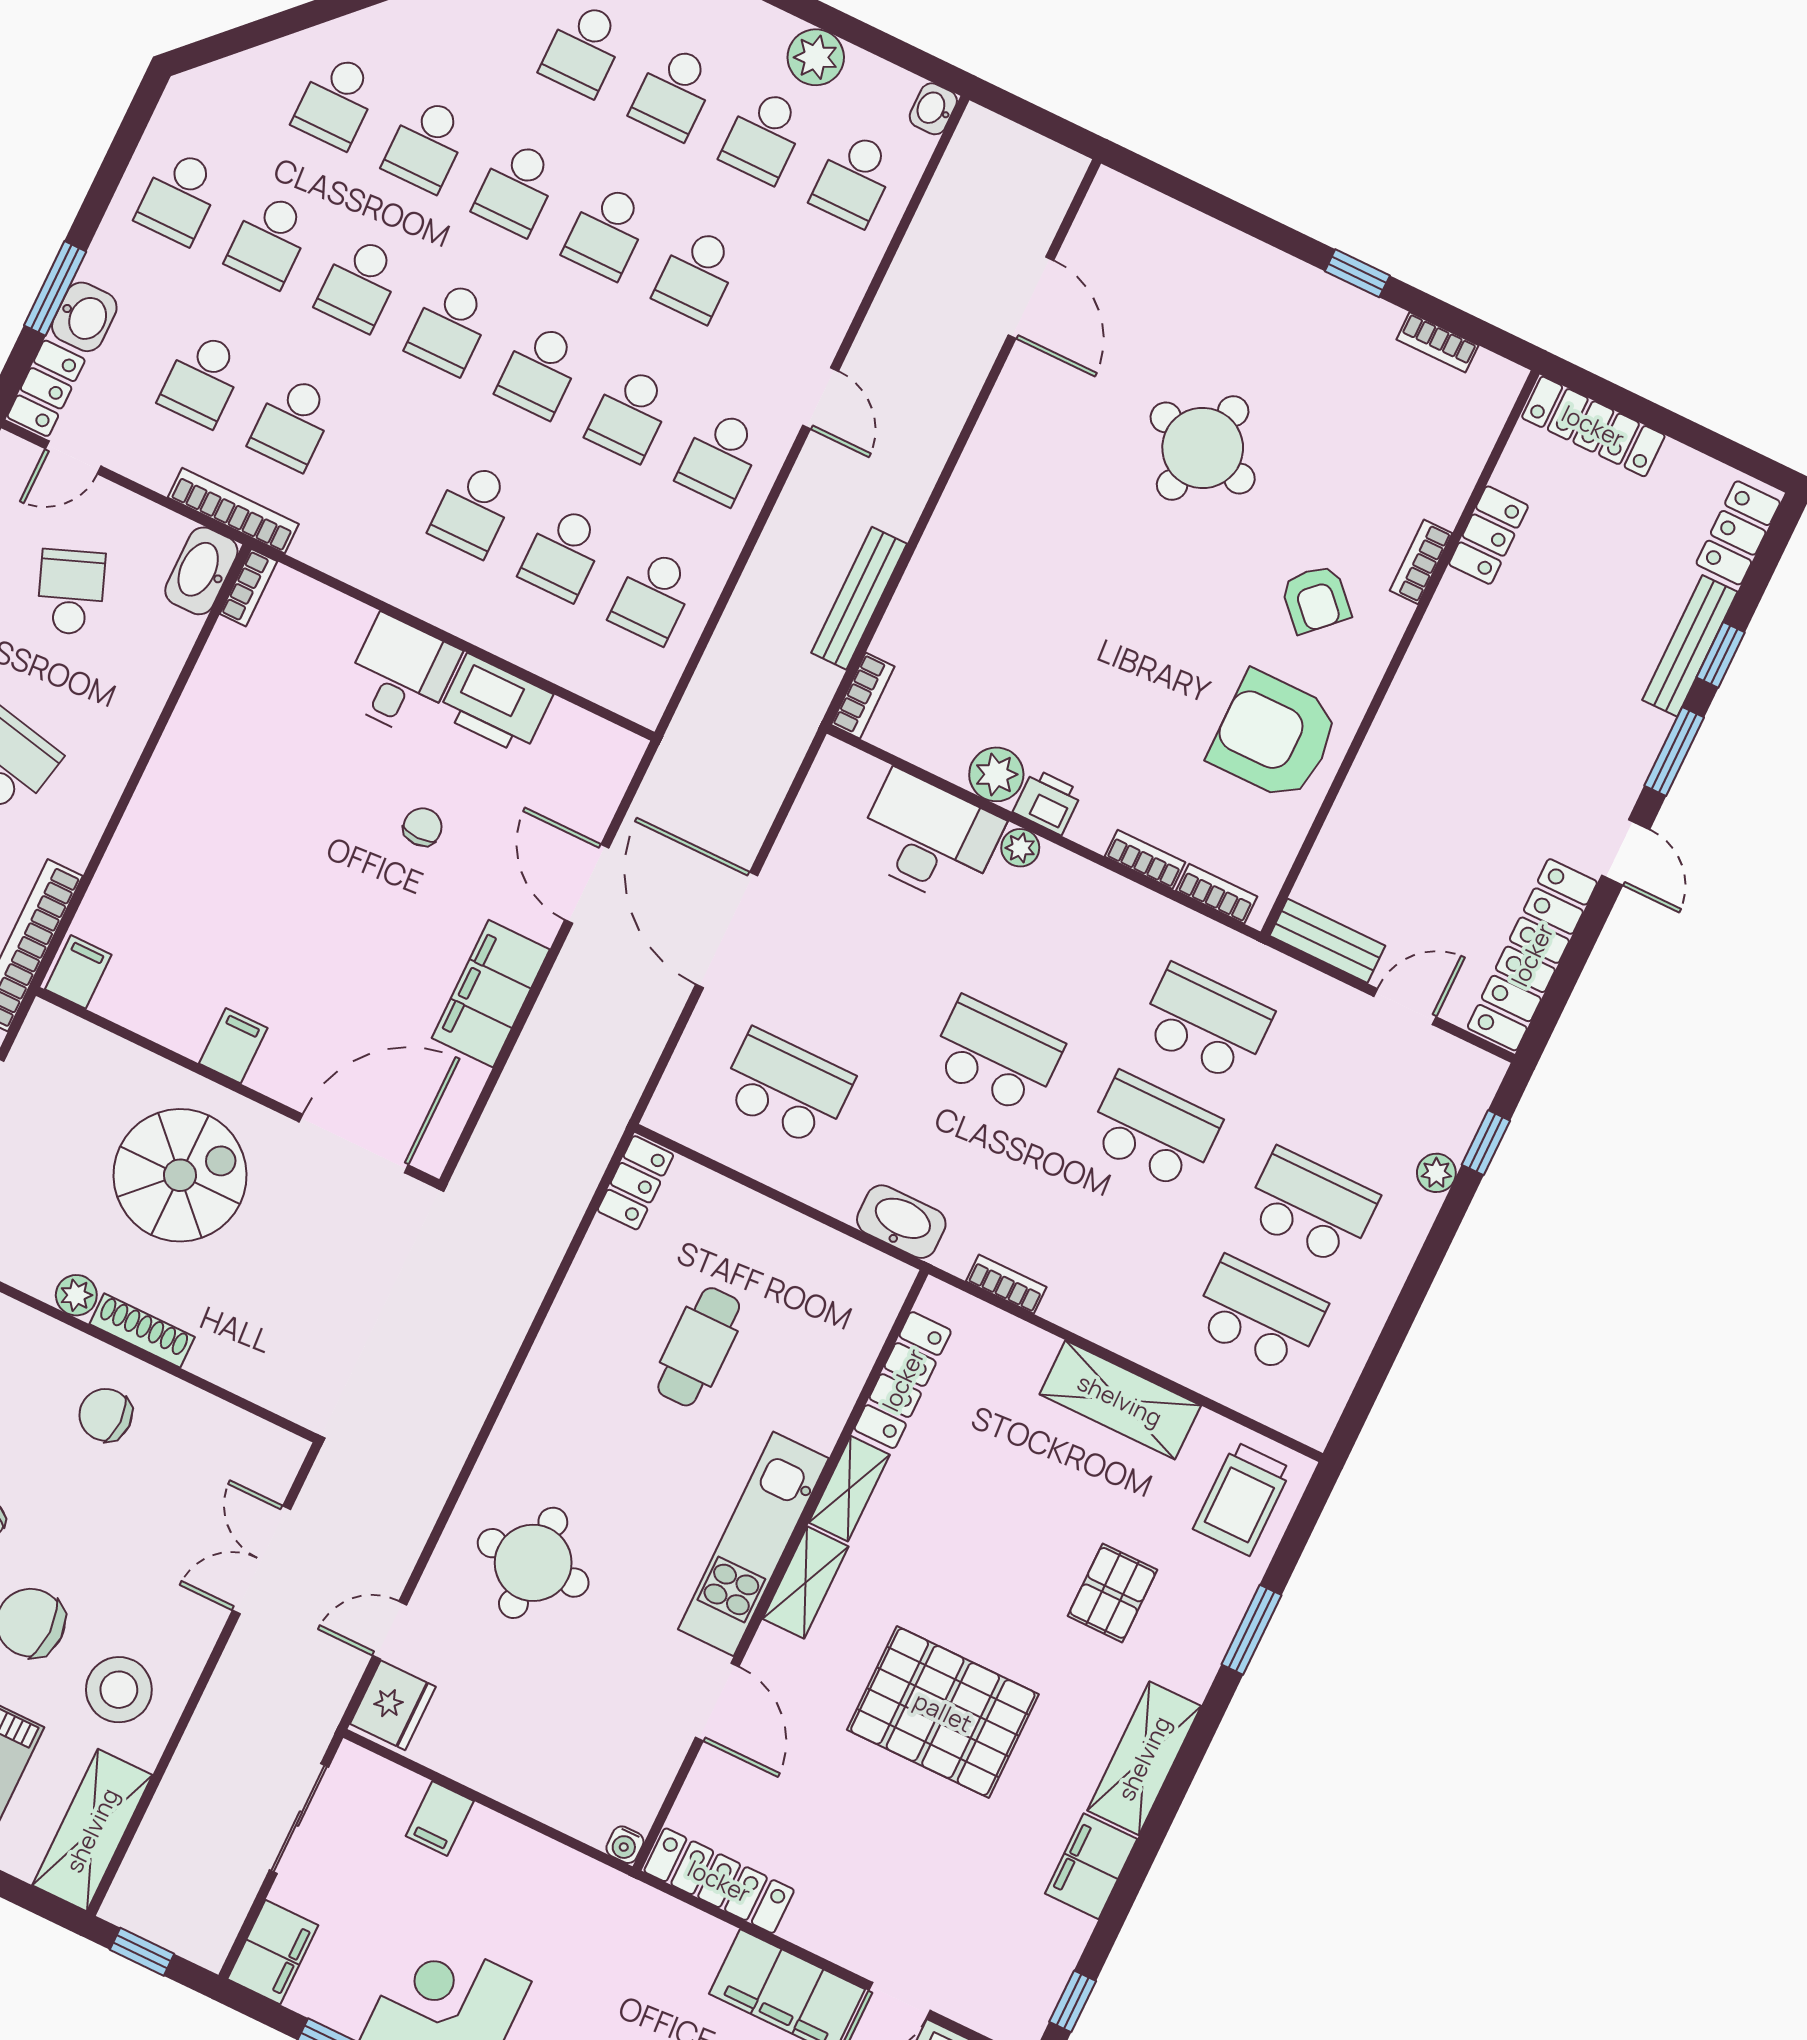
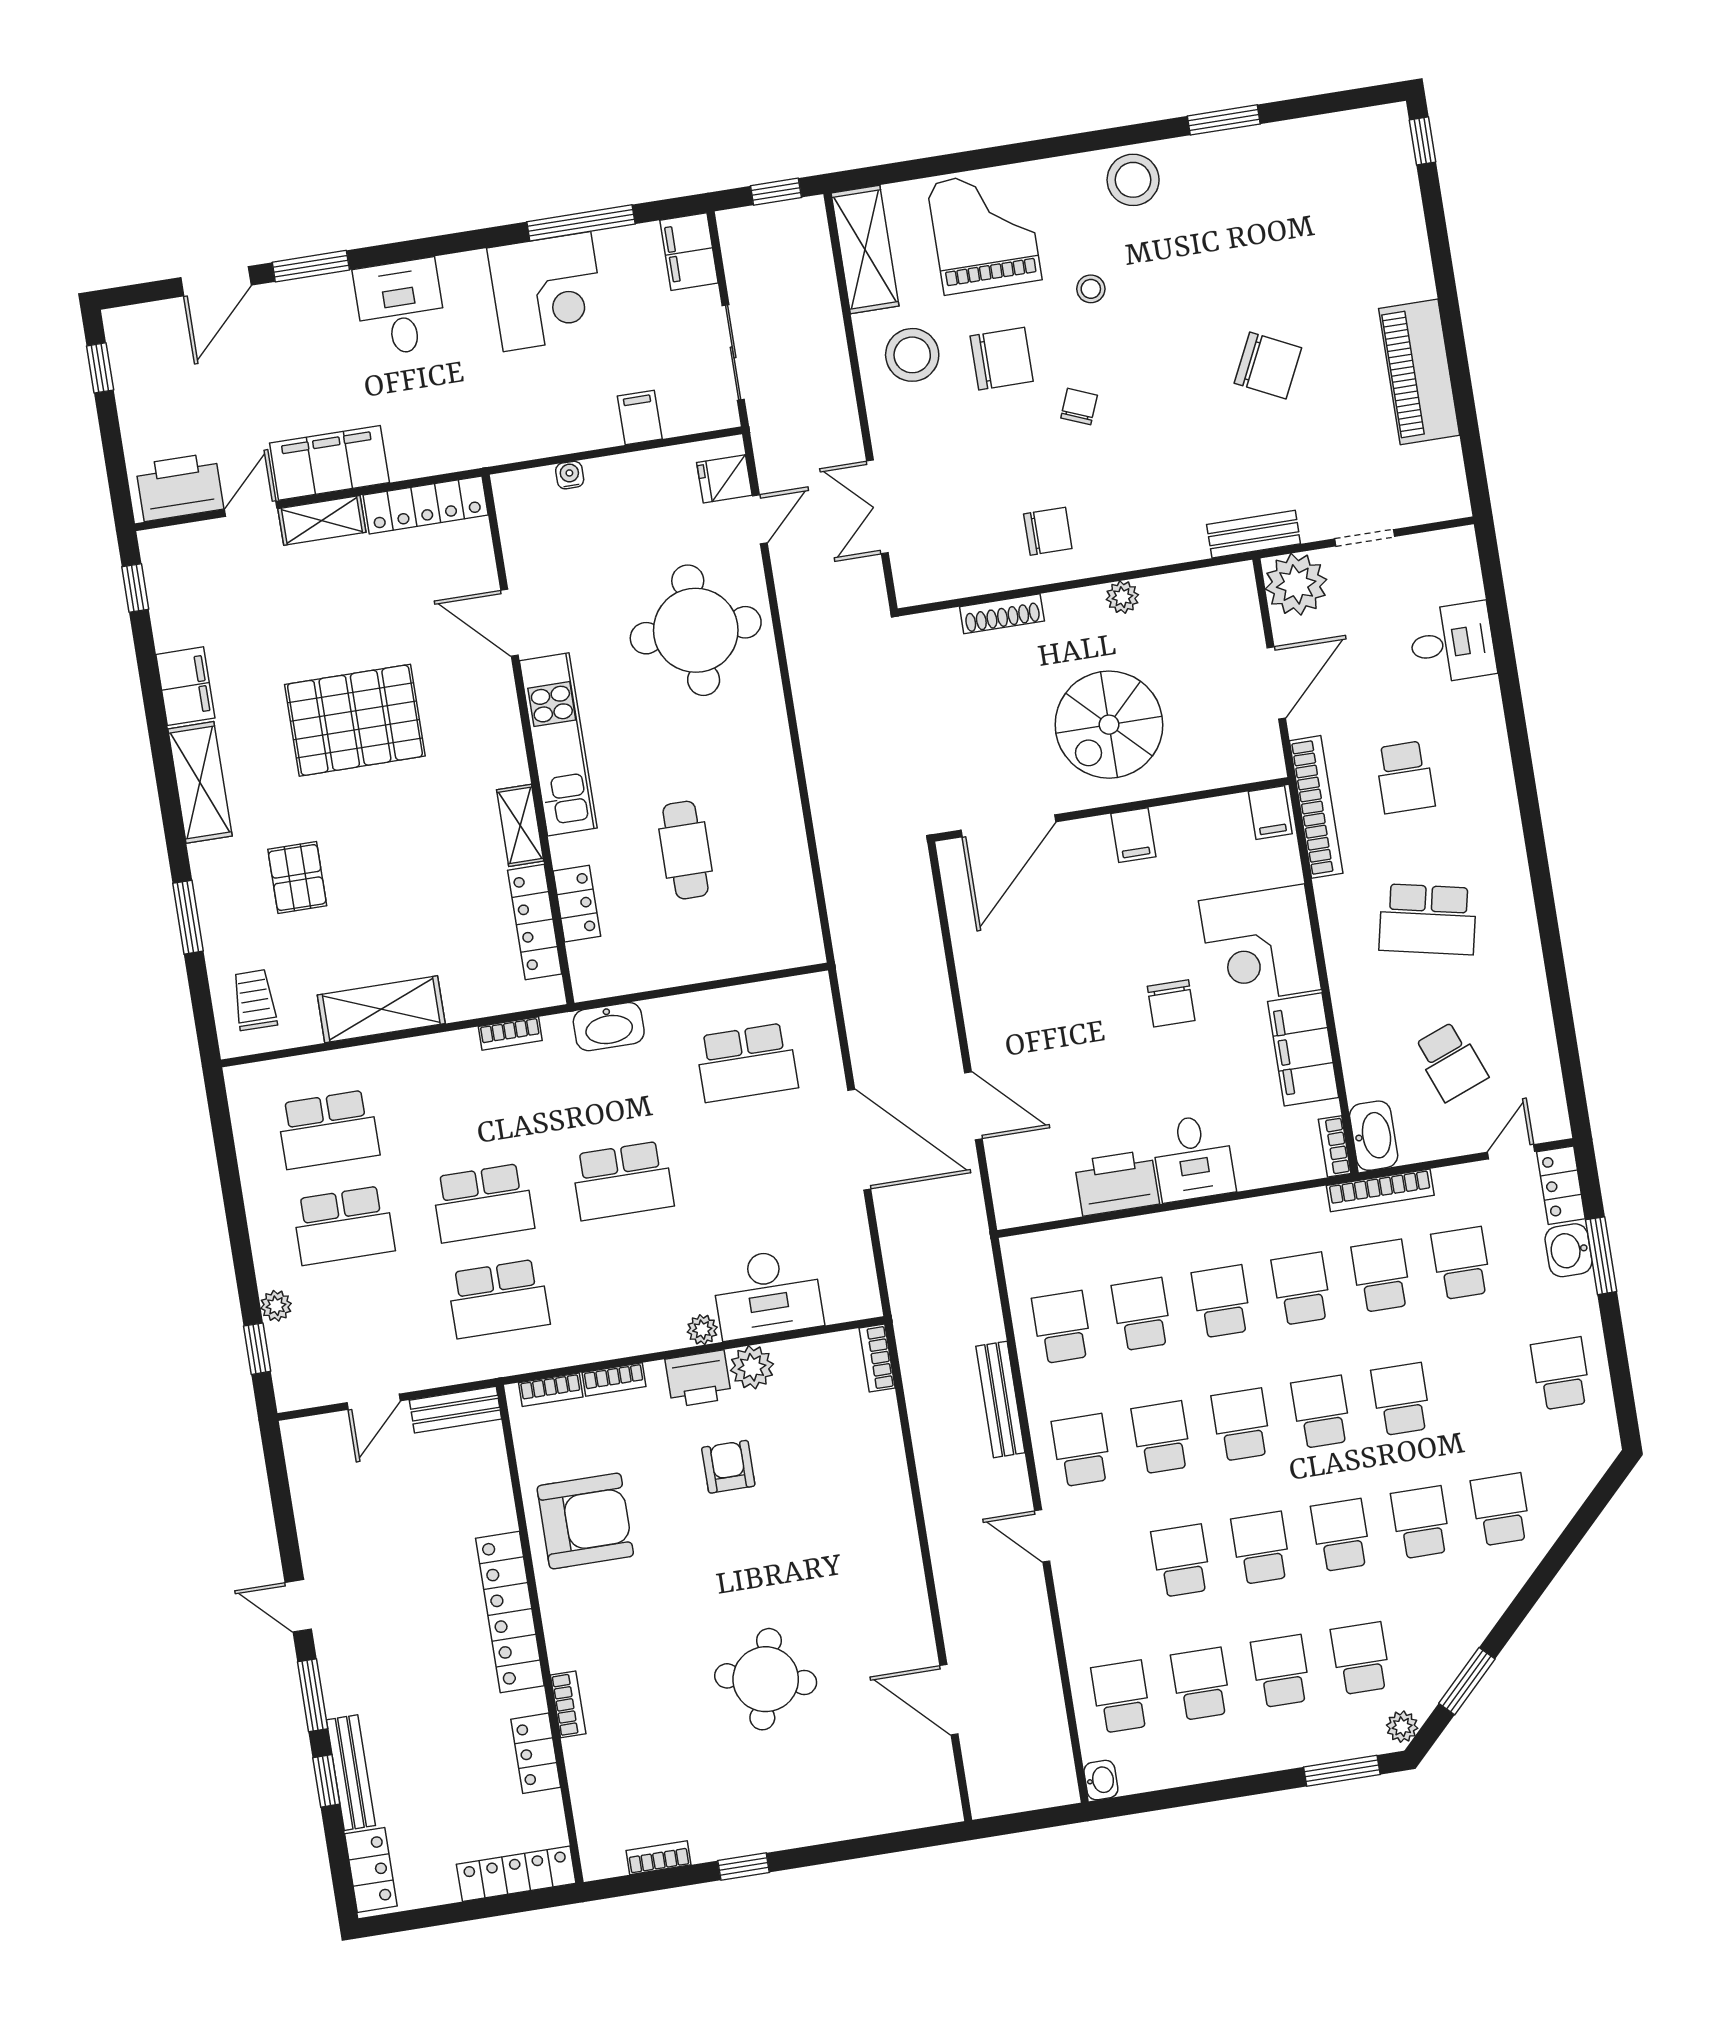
plant: (816, 57) -> (1203, 1760), removed
school desk: (269, 240) -> (1302, 1289), moved
bench: (859, 598) -> (1000, 1399), moved
armchair: (1316, 599) -> (728, 1467), moved, turned 44
printer: (1048, 802) -> (698, 1379), width x1.36, depth x1.24
chair: (423, 827) -> (1171, 1003), moved, width x1.37, depth x1.37
corner desk: (182, 845) -> (1260, 945), added
locker: (1532, 955) -> (510, 1612), moved, turned 180
filing cabinet: (491, 994) -> (1303, 1049), moved, turned 180
locker: (635, 1183) -> (577, 904), moved, turned 180
shoe rack: (142, 1330) -> (1002, 614), moved
trolley: (1242, 1499) -> (255, 1000), width x0.73, depth x0.72
double door: (261, 1560) -> (877, 507), swing flipped
round table: (533, 1563) -> (696, 630), width x1.36, depth x1.36
shelving: (806, 1583) -> (322, 520), moved, turned 90
fridge: (393, 1705) -> (724, 479), width x0.72
water cooler: (625, 1845) -> (570, 475), moved

